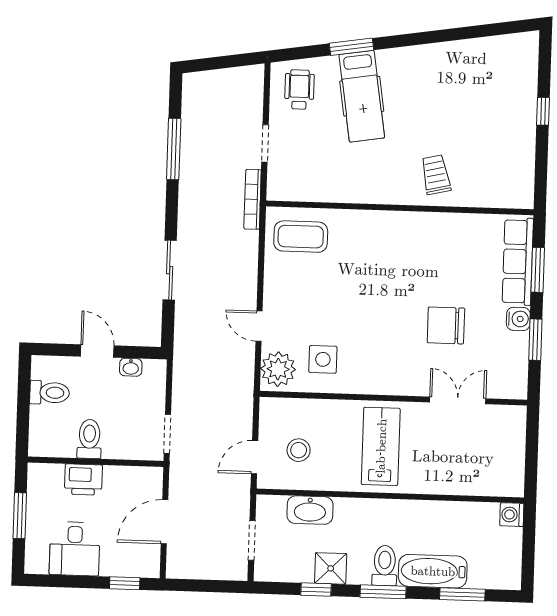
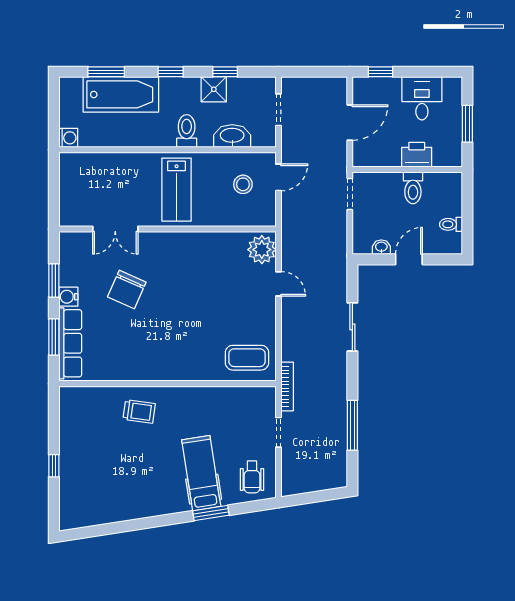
trolley: (436, 175) -> (139, 411), turned -69
chair: (446, 325) -> (127, 289), turned 114
door: (97, 351) -> (409, 259), swing flipped
side table: (323, 359) -> (226, 259), removed
toilet: (50, 393) -> (451, 224), width x0.73, depth x0.72
toilet: (385, 566) -> (187, 131), moved, turned 180
bathtub: (433, 571) -> (121, 94), width x1.36, depth x1.36
window: (383, 592) -> (171, 72), width x0.67

